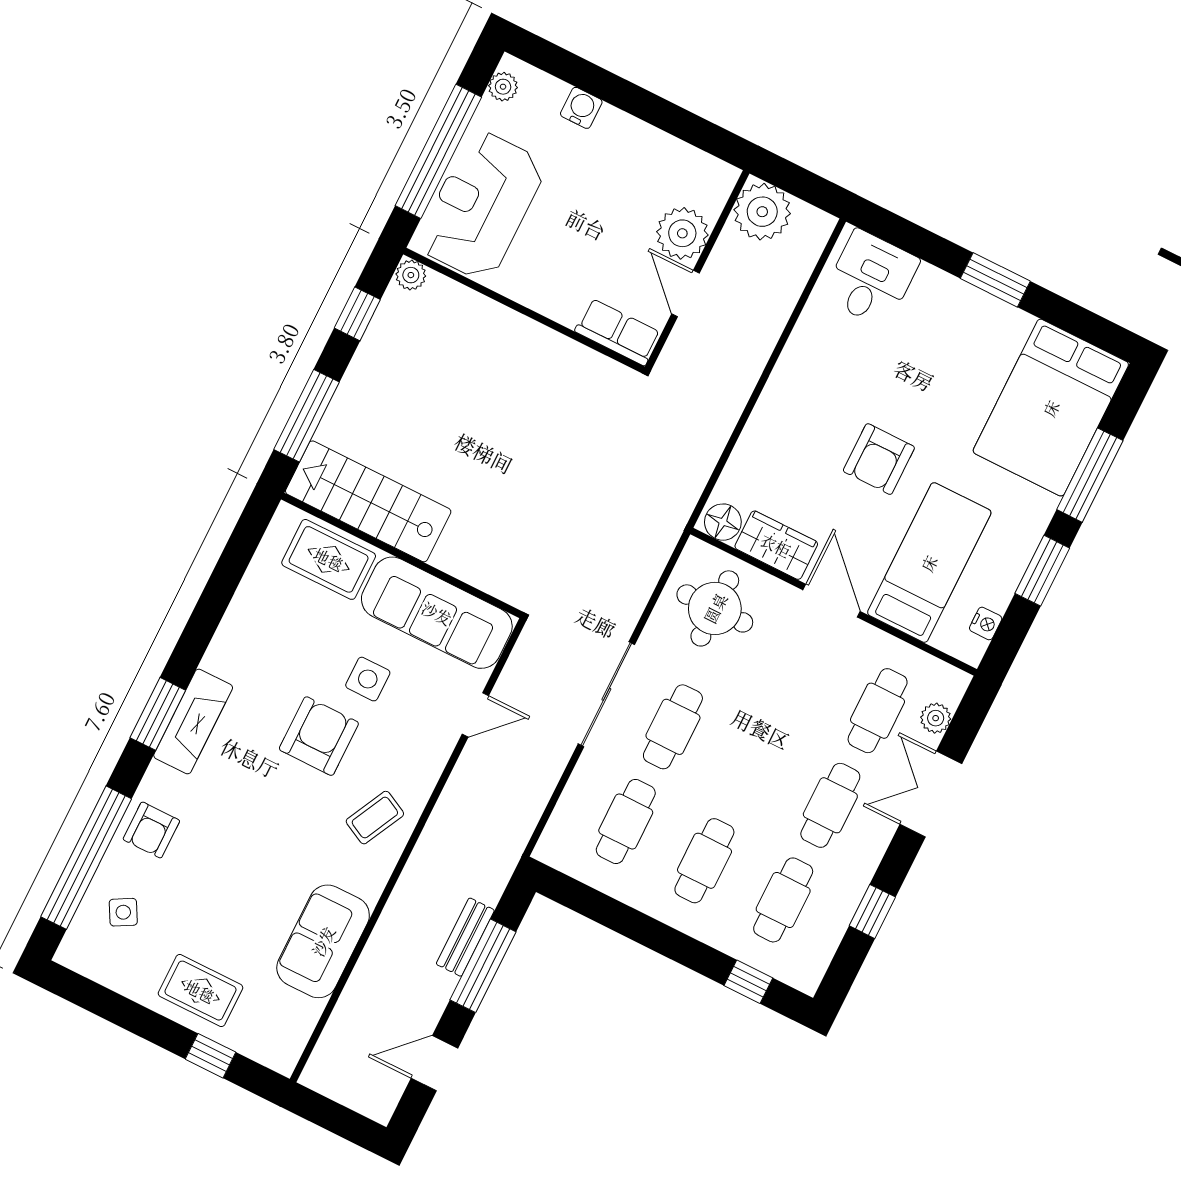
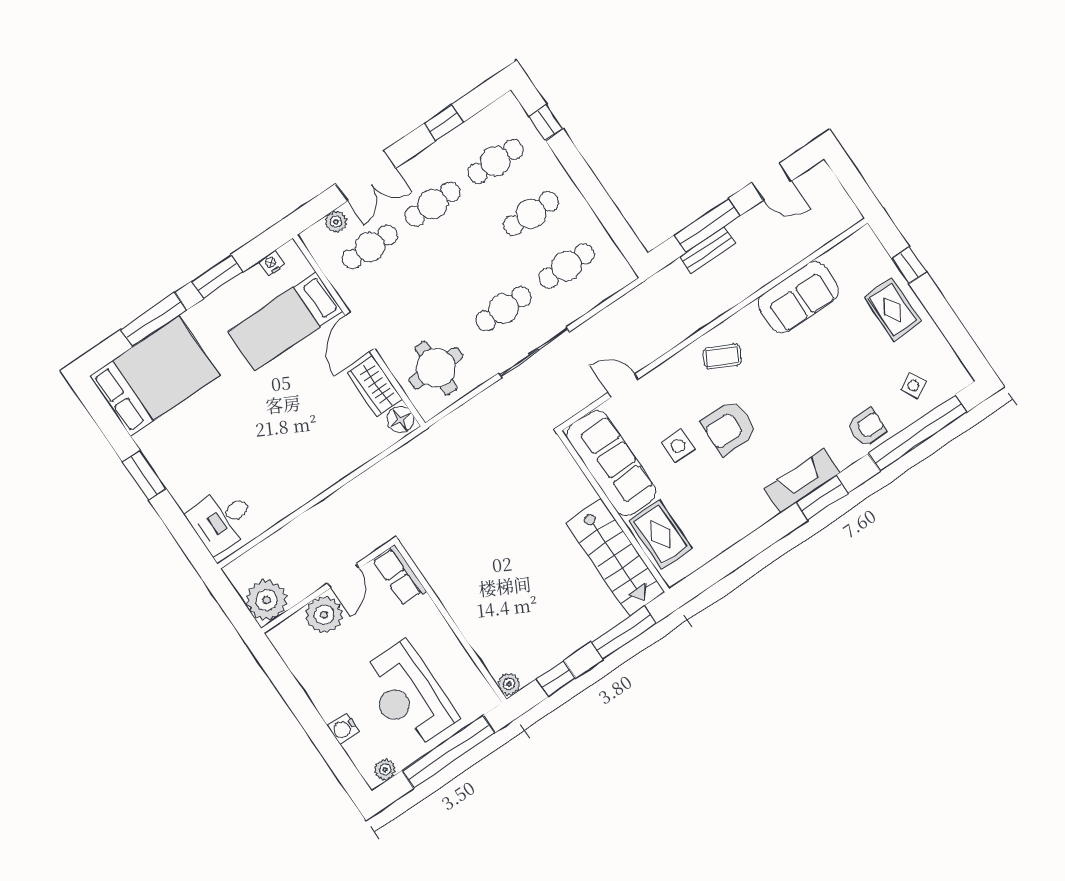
reception desk: (481, 205) -> (408, 695), moved, turned 90
armchair: (879, 459) -> (280, 404), removed

